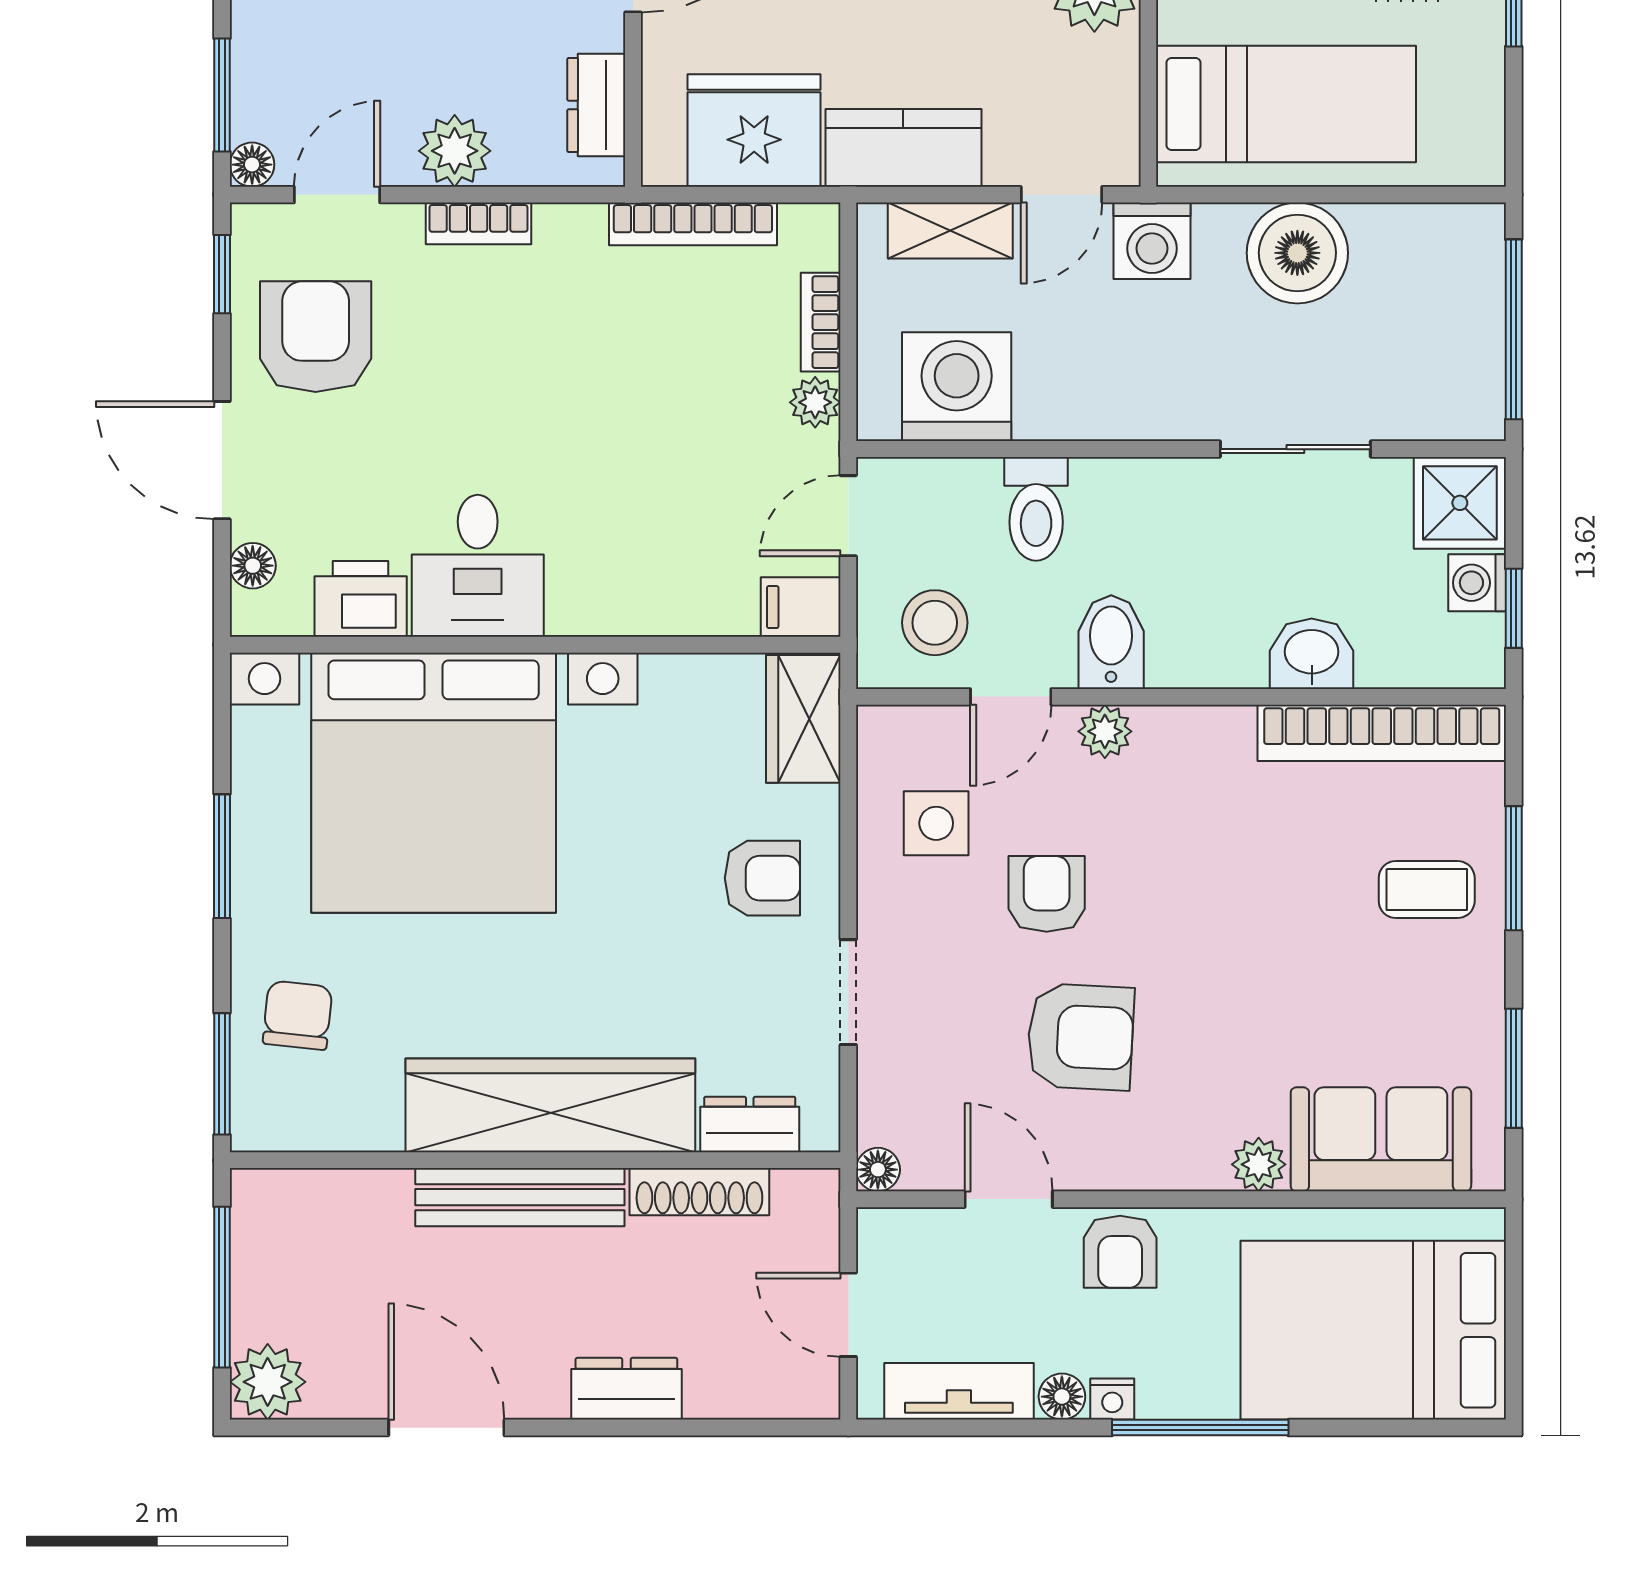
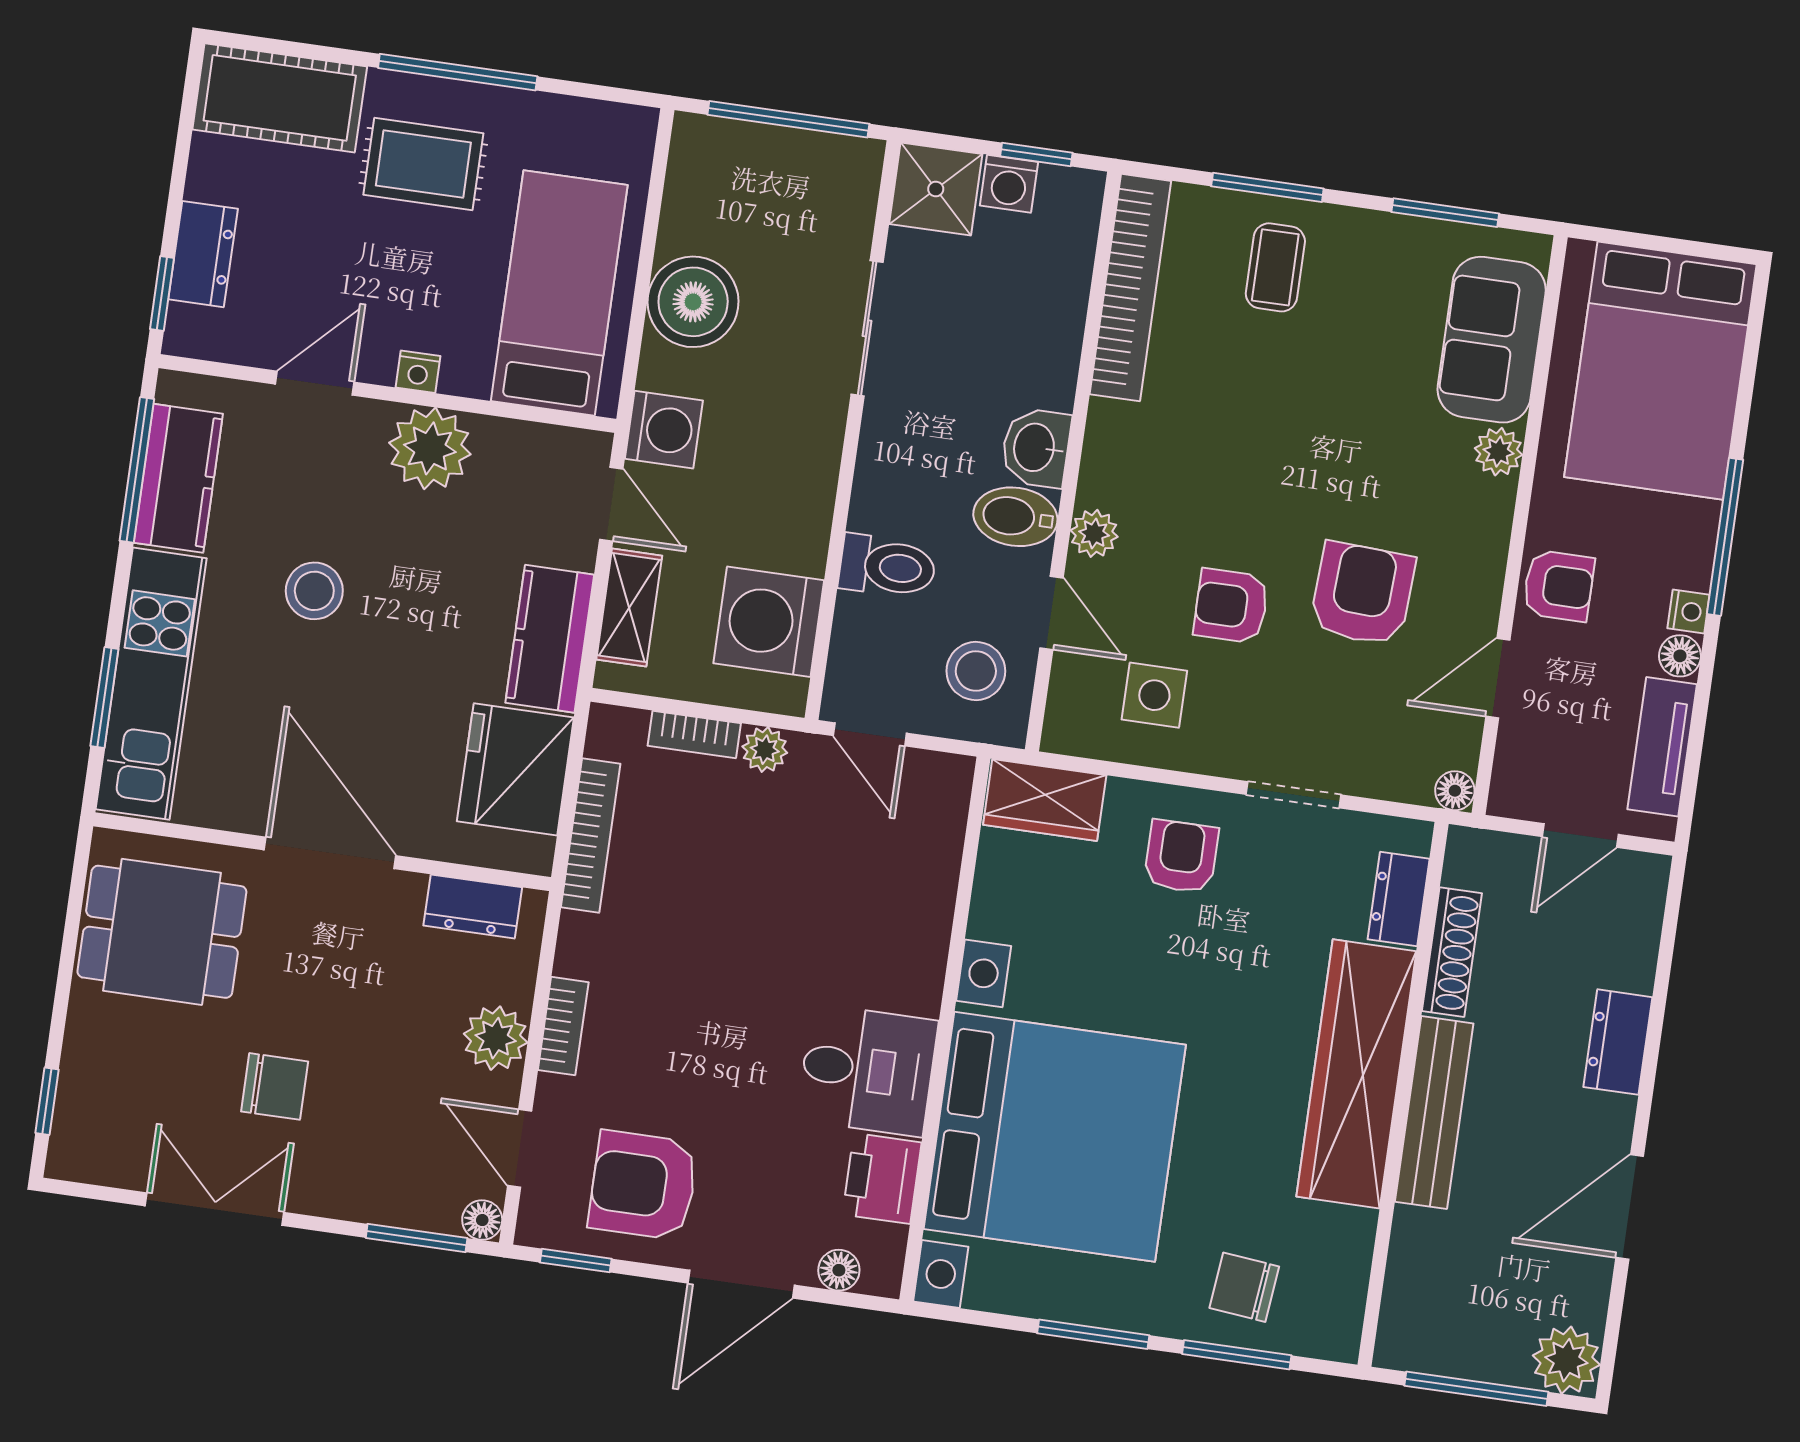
filing cabinet: (801, 607) -> (945, 788), removed
washbasin: (1312, 654) -> (1036, 448), moved
window: (222, 1074) -> (1237, 1355), moved

